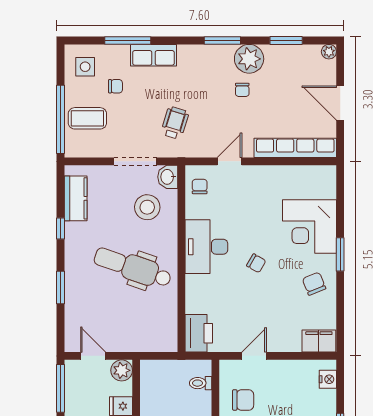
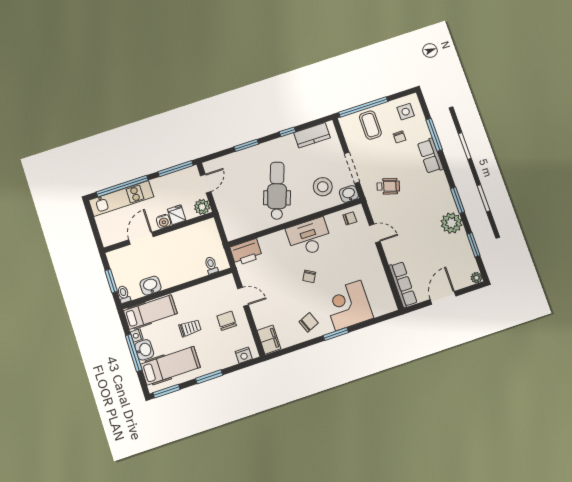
chair: (242, 90) -> (428, 226), removed
row of seats: (295, 148) -> (403, 284), width x0.73
chair: (243, 400) -> (227, 321), moved, turned 180

